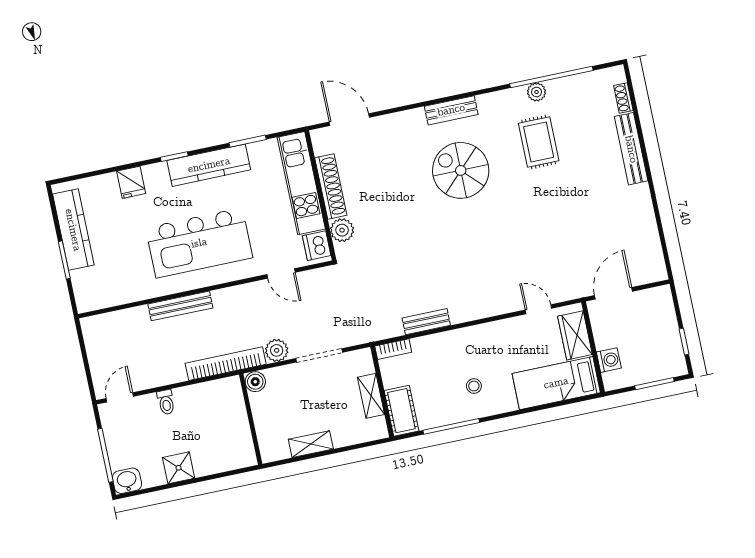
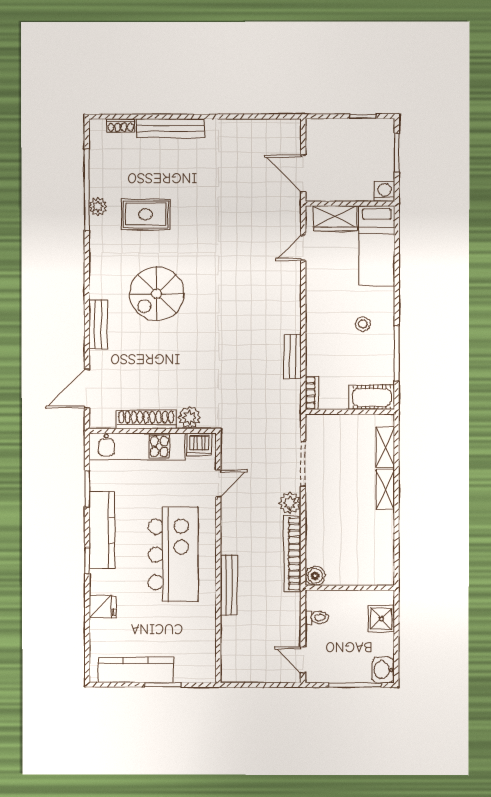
bench: (451, 110) -> (98, 324), moved
washing machine: (609, 360) -> (384, 191), moved
boiler: (255, 382) -> (315, 576), moved
shelving: (371, 396) -> (385, 447), moved, turned 90
wall: (251, 419) -> (350, 588), moved

